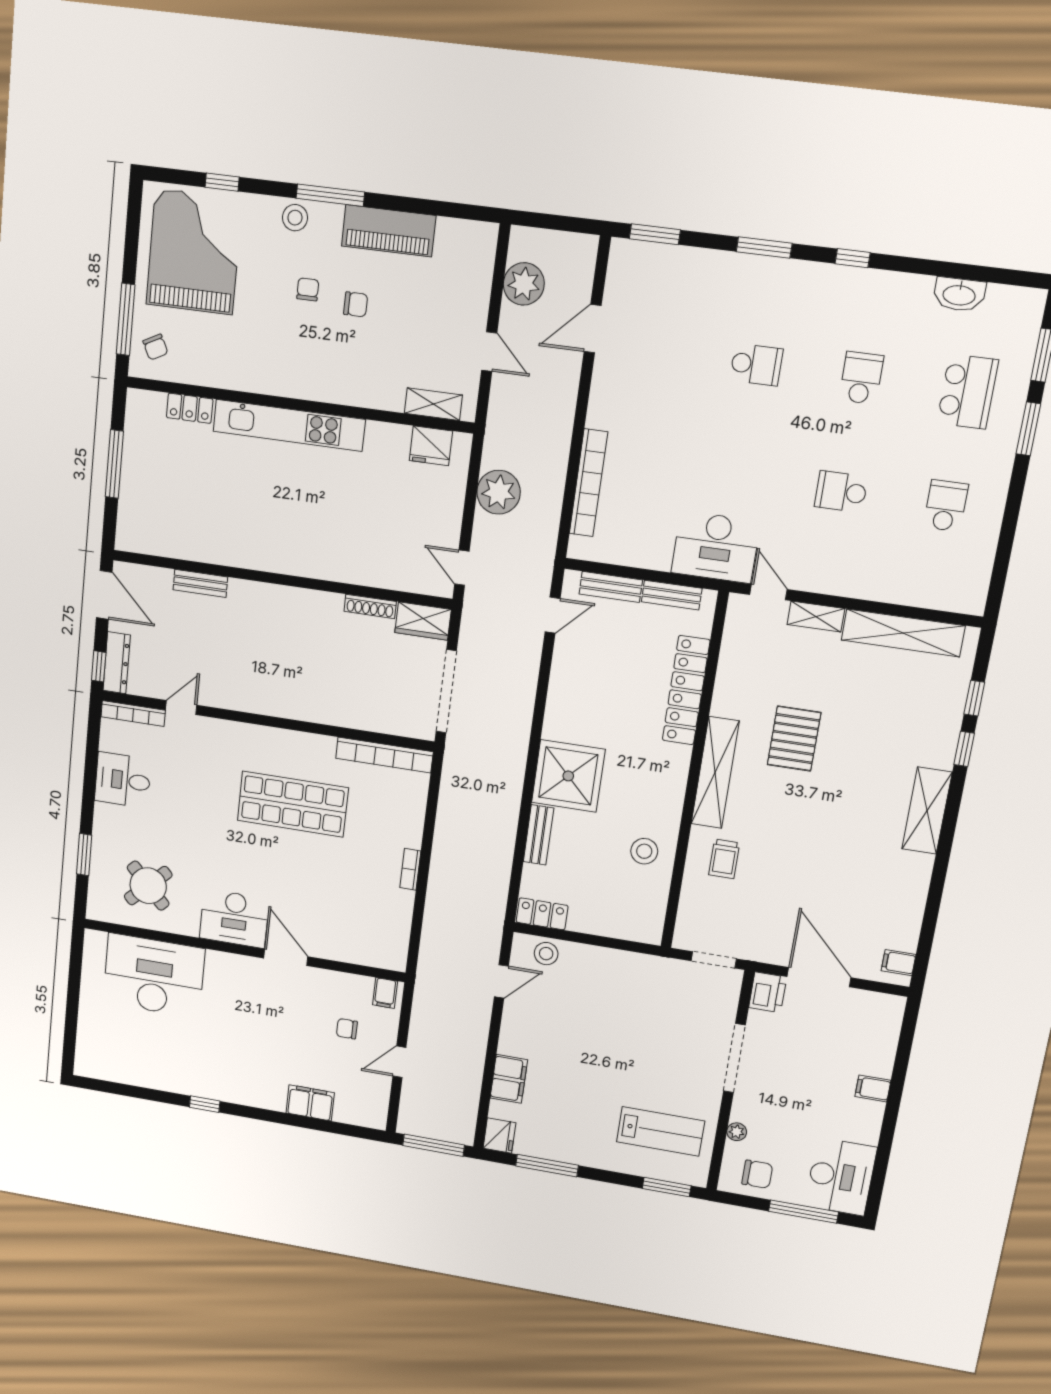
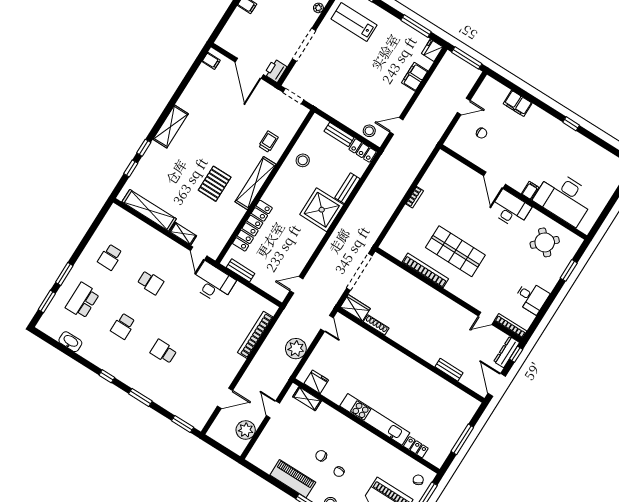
bench: (611, 587) -> (339, 134), moved
bookcase: (384, 755) -> (425, 270), moved
filing cabinet: (385, 993) -> (530, 191), moved

